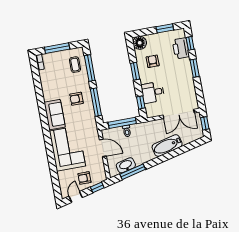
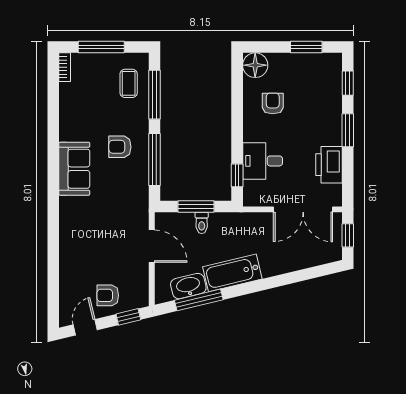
printer: (181, 48) -> (329, 165), moved
window: (135, 71) -> (237, 116), removed
window: (122, 123) -> (196, 207), width x0.69
bathtub: (167, 146) -> (232, 273), moved
corner sofa: (67, 149) -> (86, 235), removed

